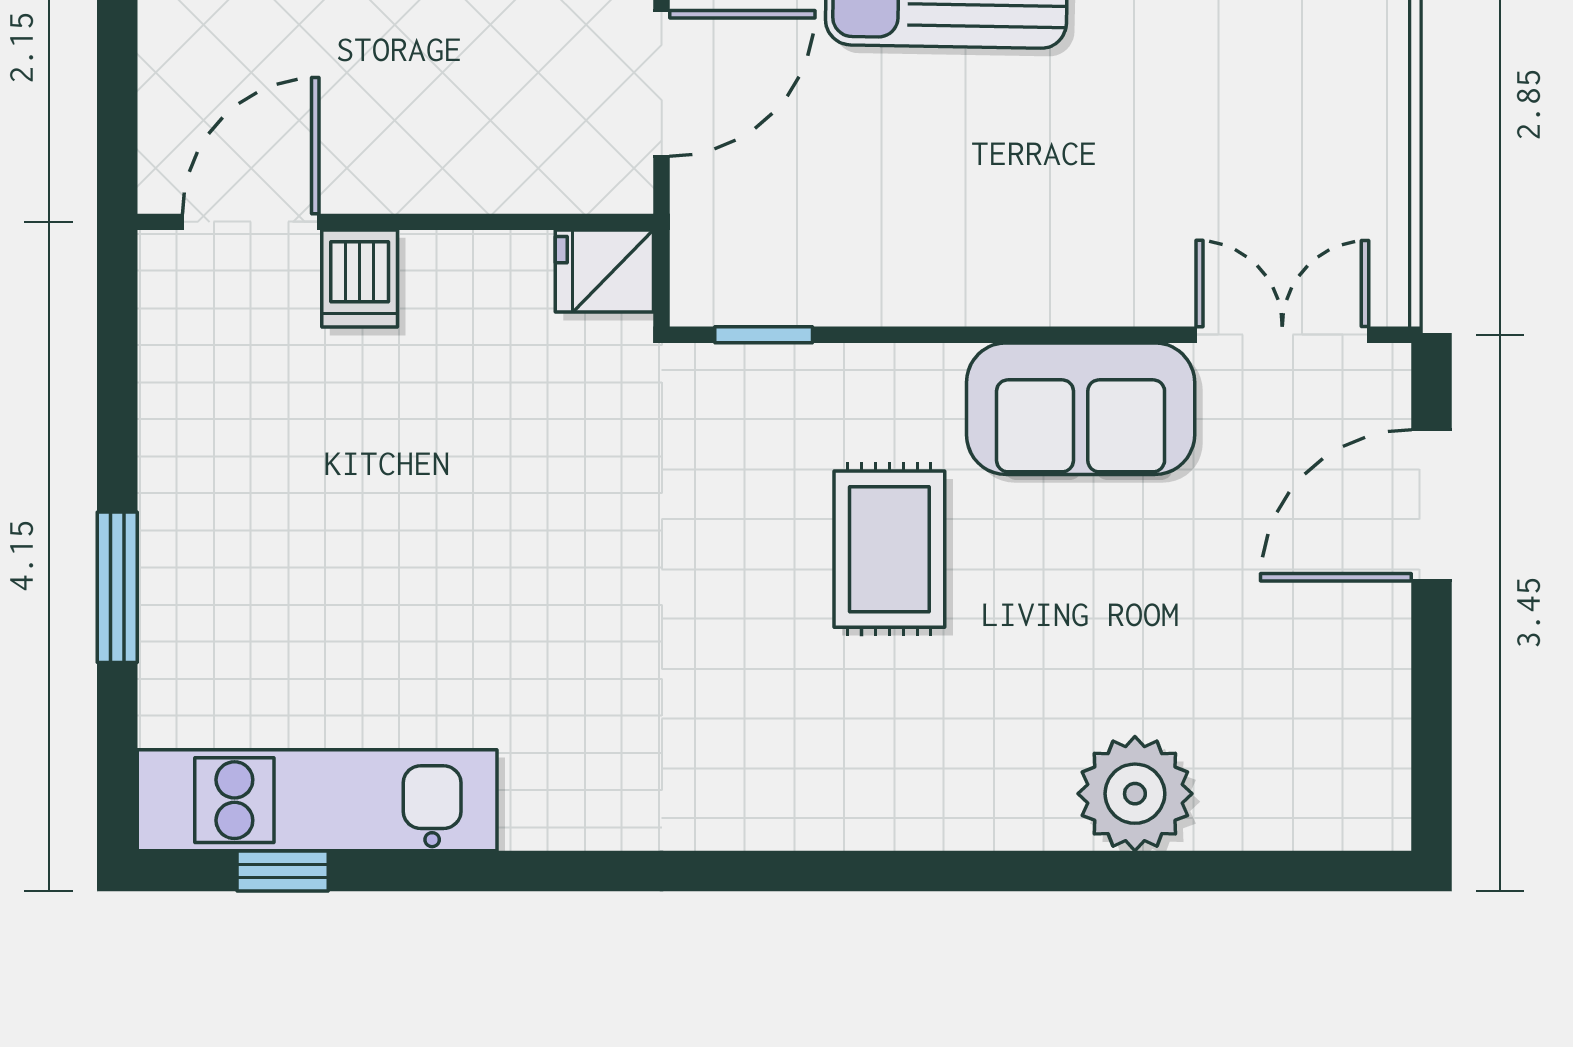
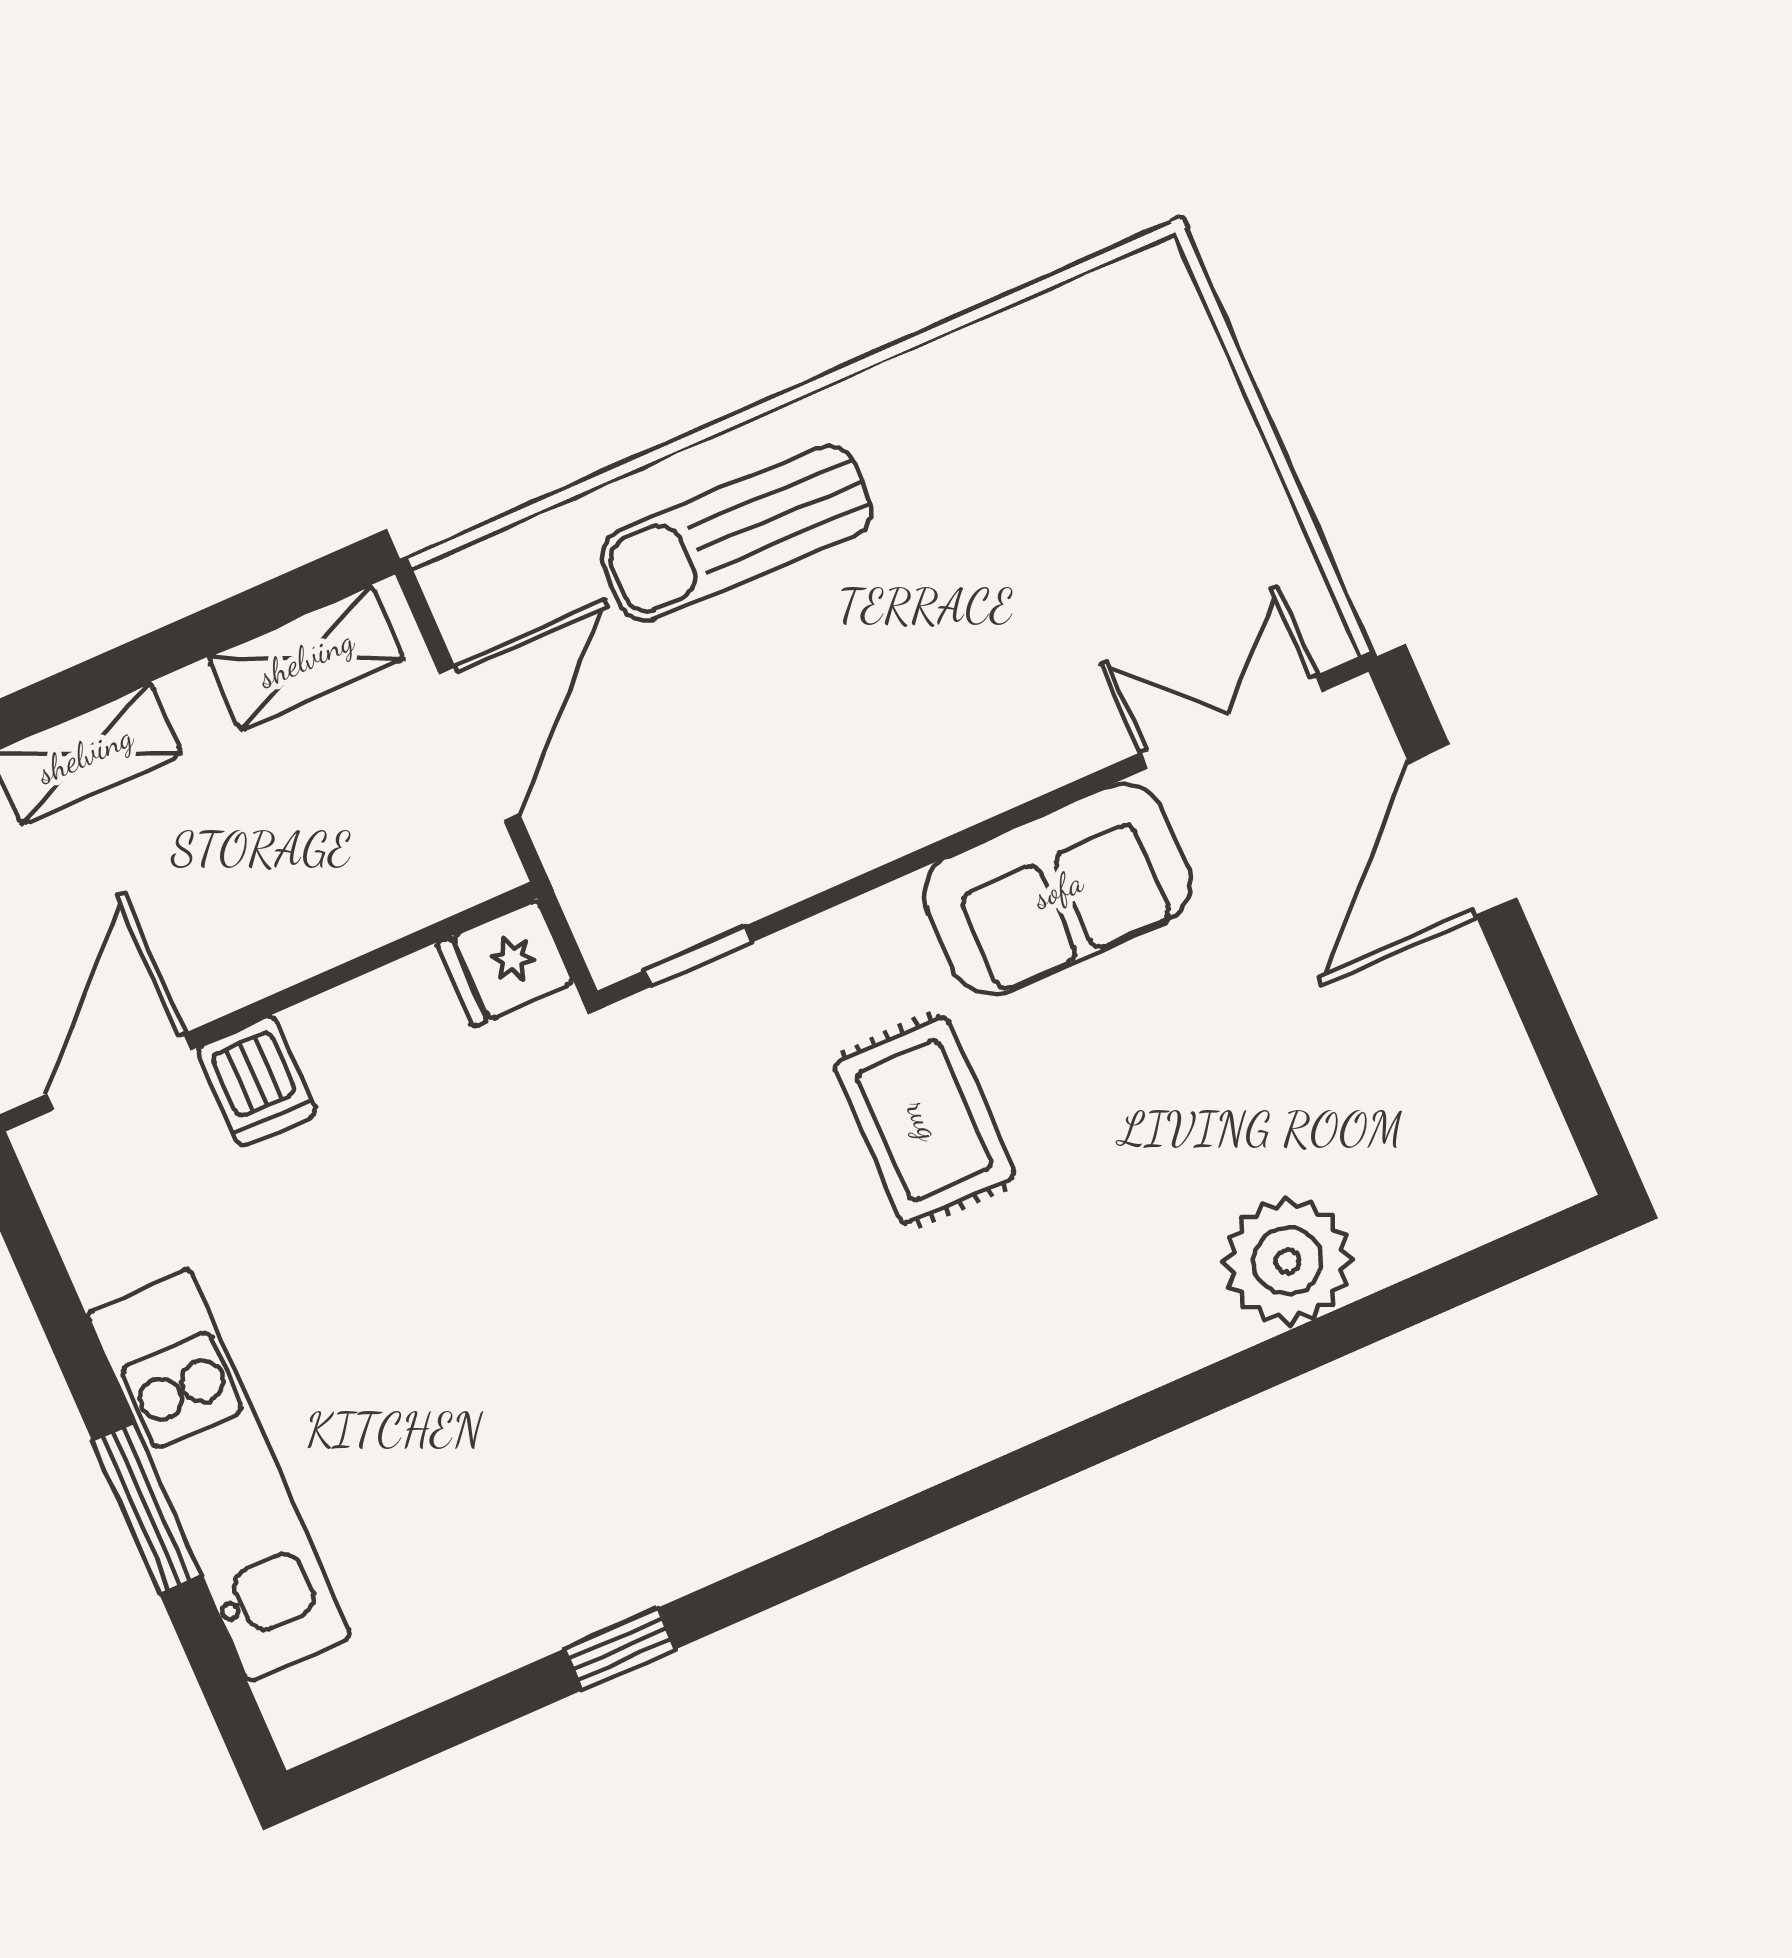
kitchen unit: (317, 800) -> (219, 1475), moved, turned 90
window: (283, 871) -> (620, 1649), moved

